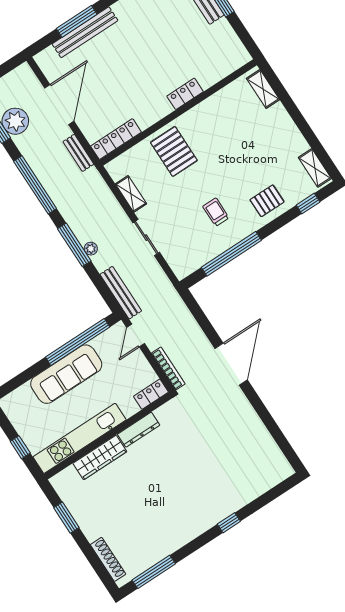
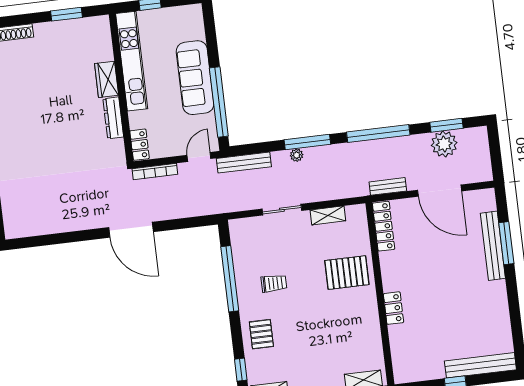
door: (136, 335) -> (199, 157), hinge flipped
wardrobe: (100, 458) -> (107, 79), width x0.67

